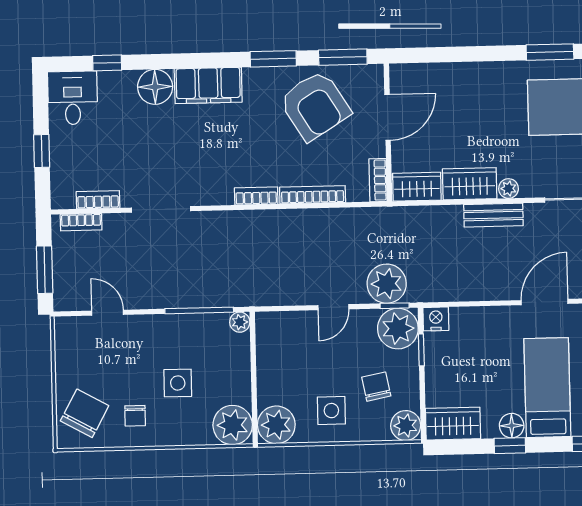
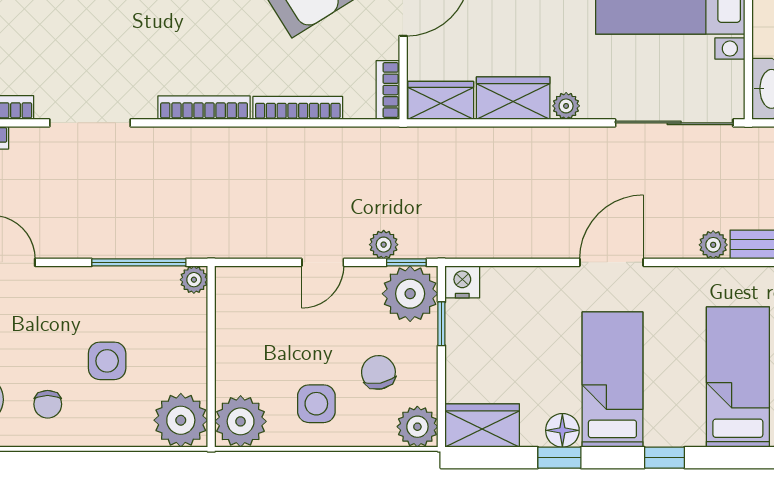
bookcase: (256, 196) -> (204, 108), width x1.56
bench: (493, 215) -> (545, 142), removed
plant: (387, 284) -> (384, 245), width x0.53, depth x0.53

